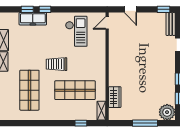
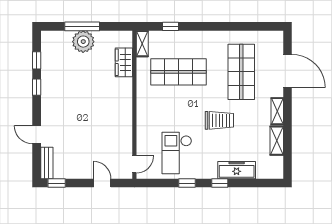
window: (27, 9) -> (187, 183), moved
trolley: (56, 64) -> (219, 120), moved
plant: (167, 112) -> (83, 42), moved

